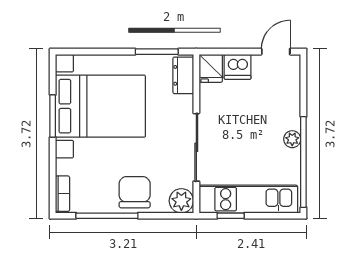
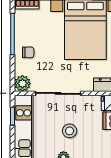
stool: (253, 130) -> (70, 131), added
chair: (135, 192) -> (28, 52), width x0.54, depth x0.54

